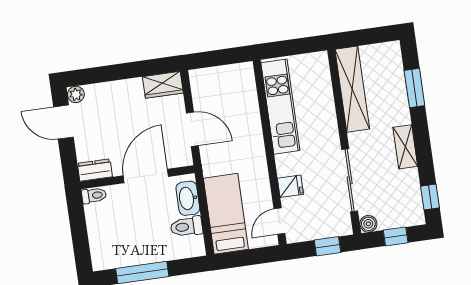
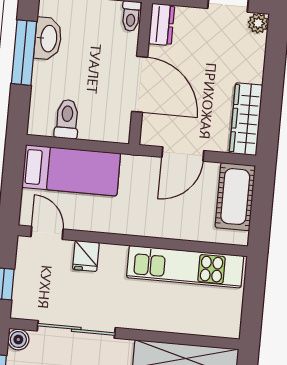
cot: (216, 80) -> (235, 197), added
wardrobe: (163, 85) -> (246, 119), width x1.50
washbasin: (188, 198) -> (48, 38), moved, turned 90

